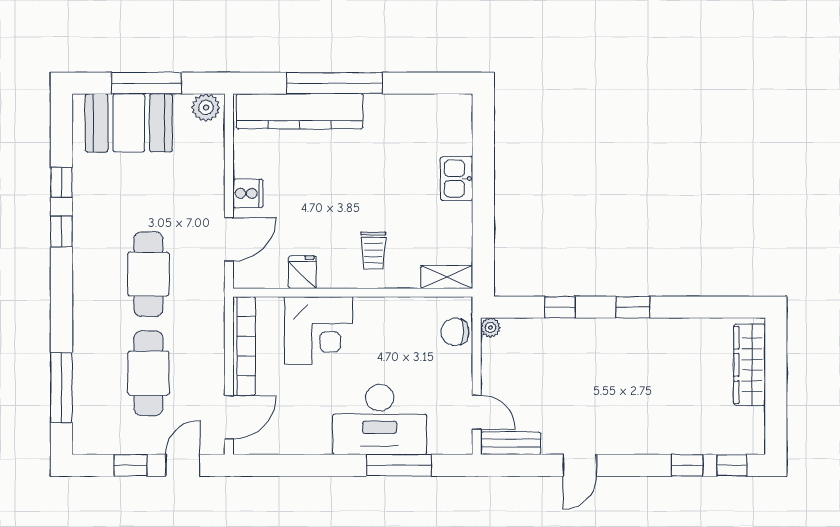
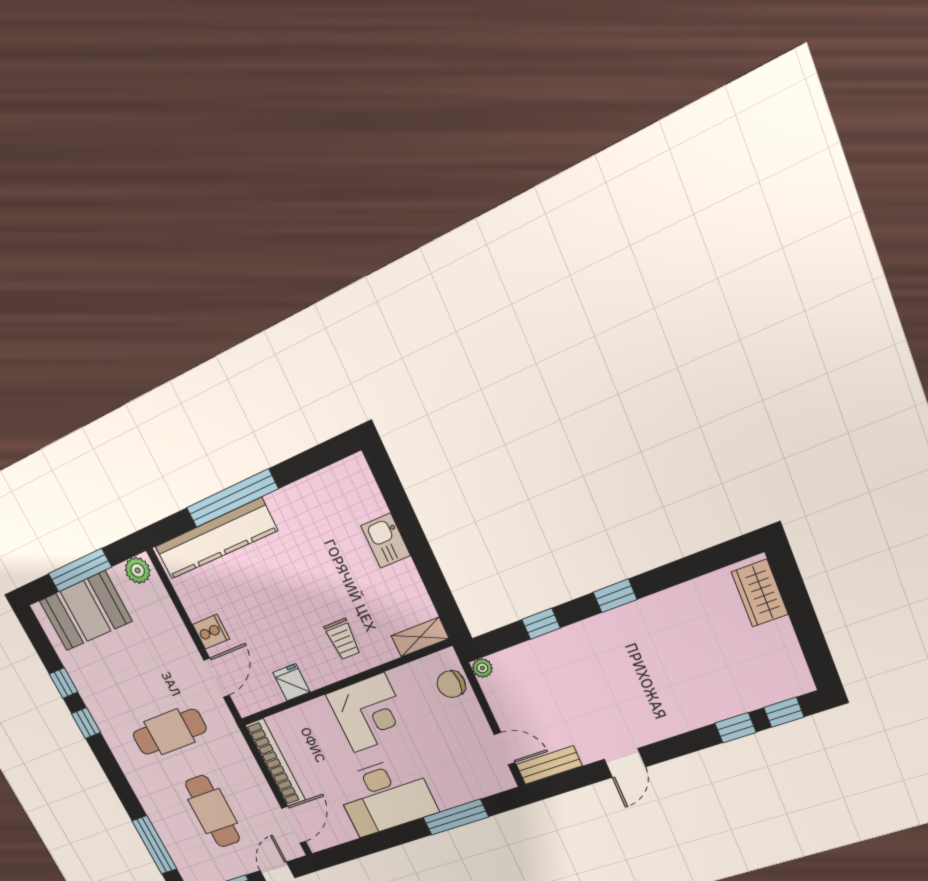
cafe table: (148, 274) -> (169, 732), turned 90
corner desk: (319, 330) -> (369, 713), moved
wardrobe: (749, 365) -> (760, 593), width x0.67
desk: (380, 420) -> (385, 796), moved

